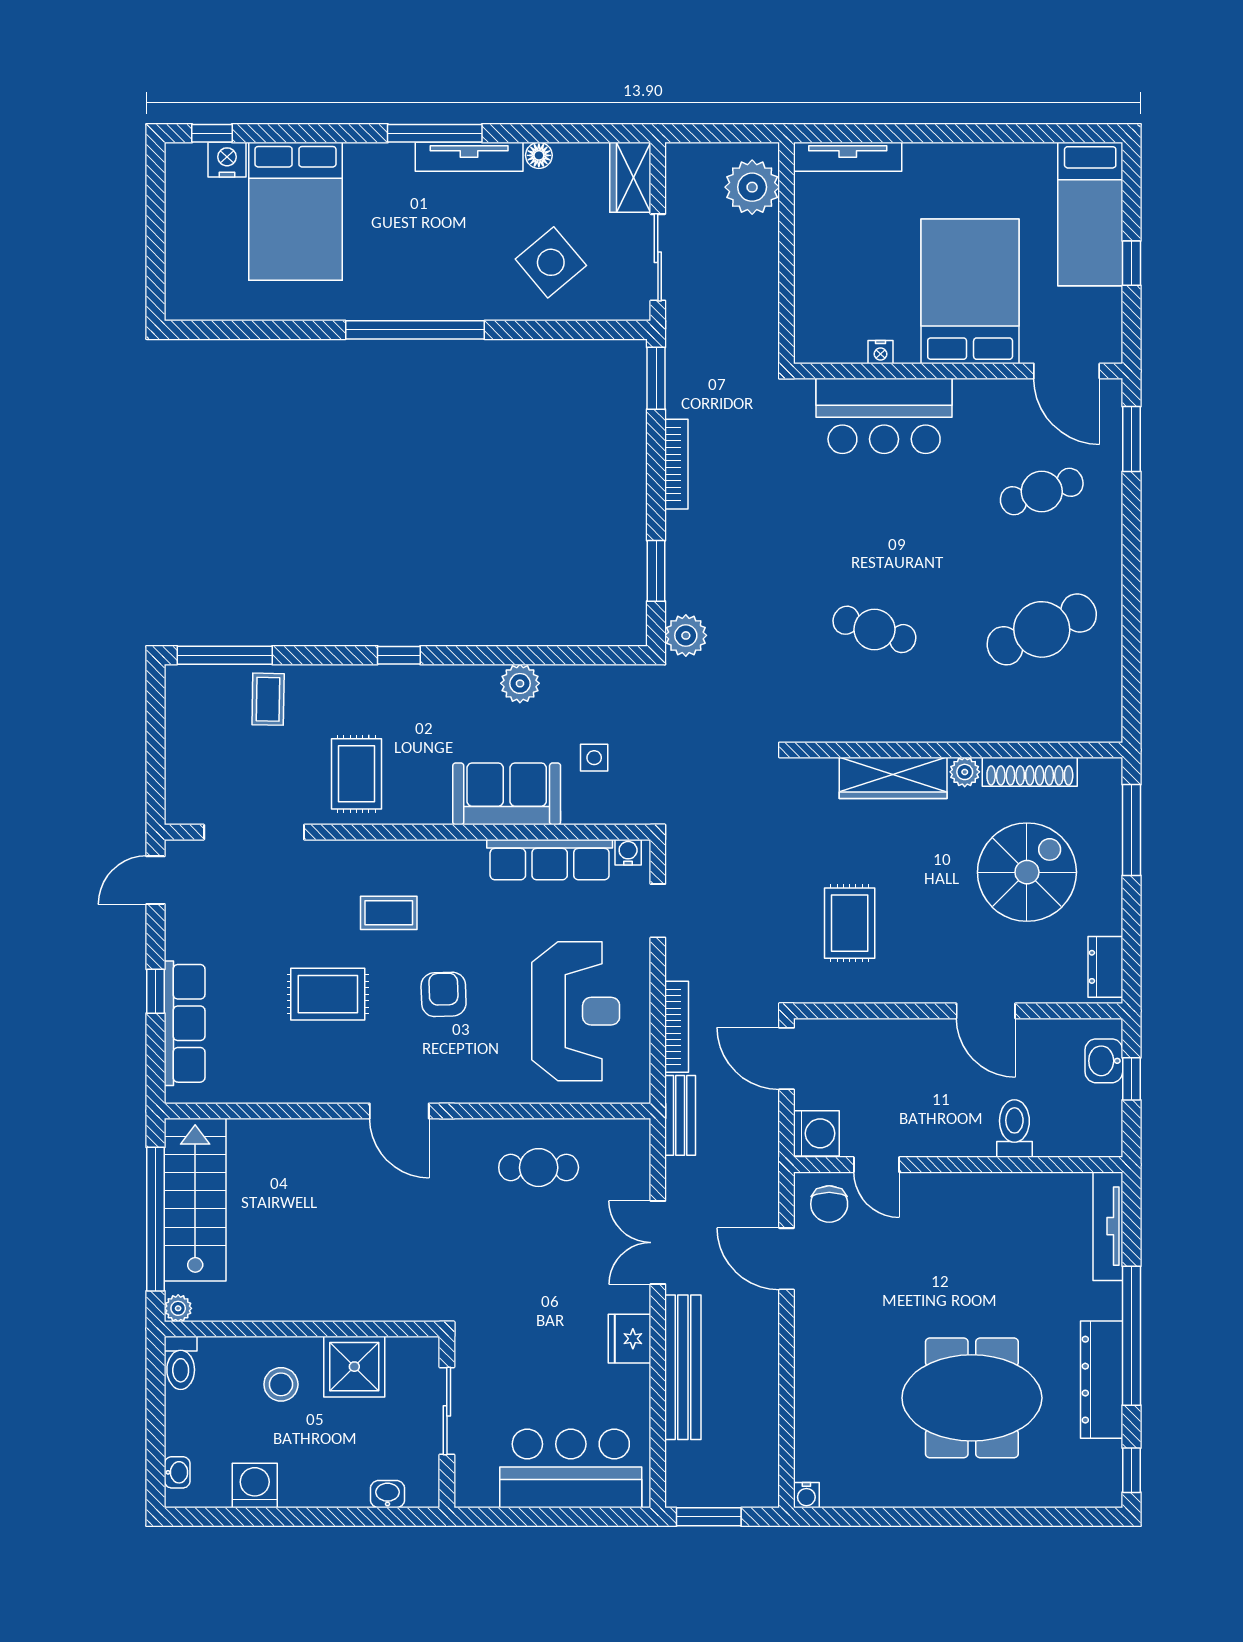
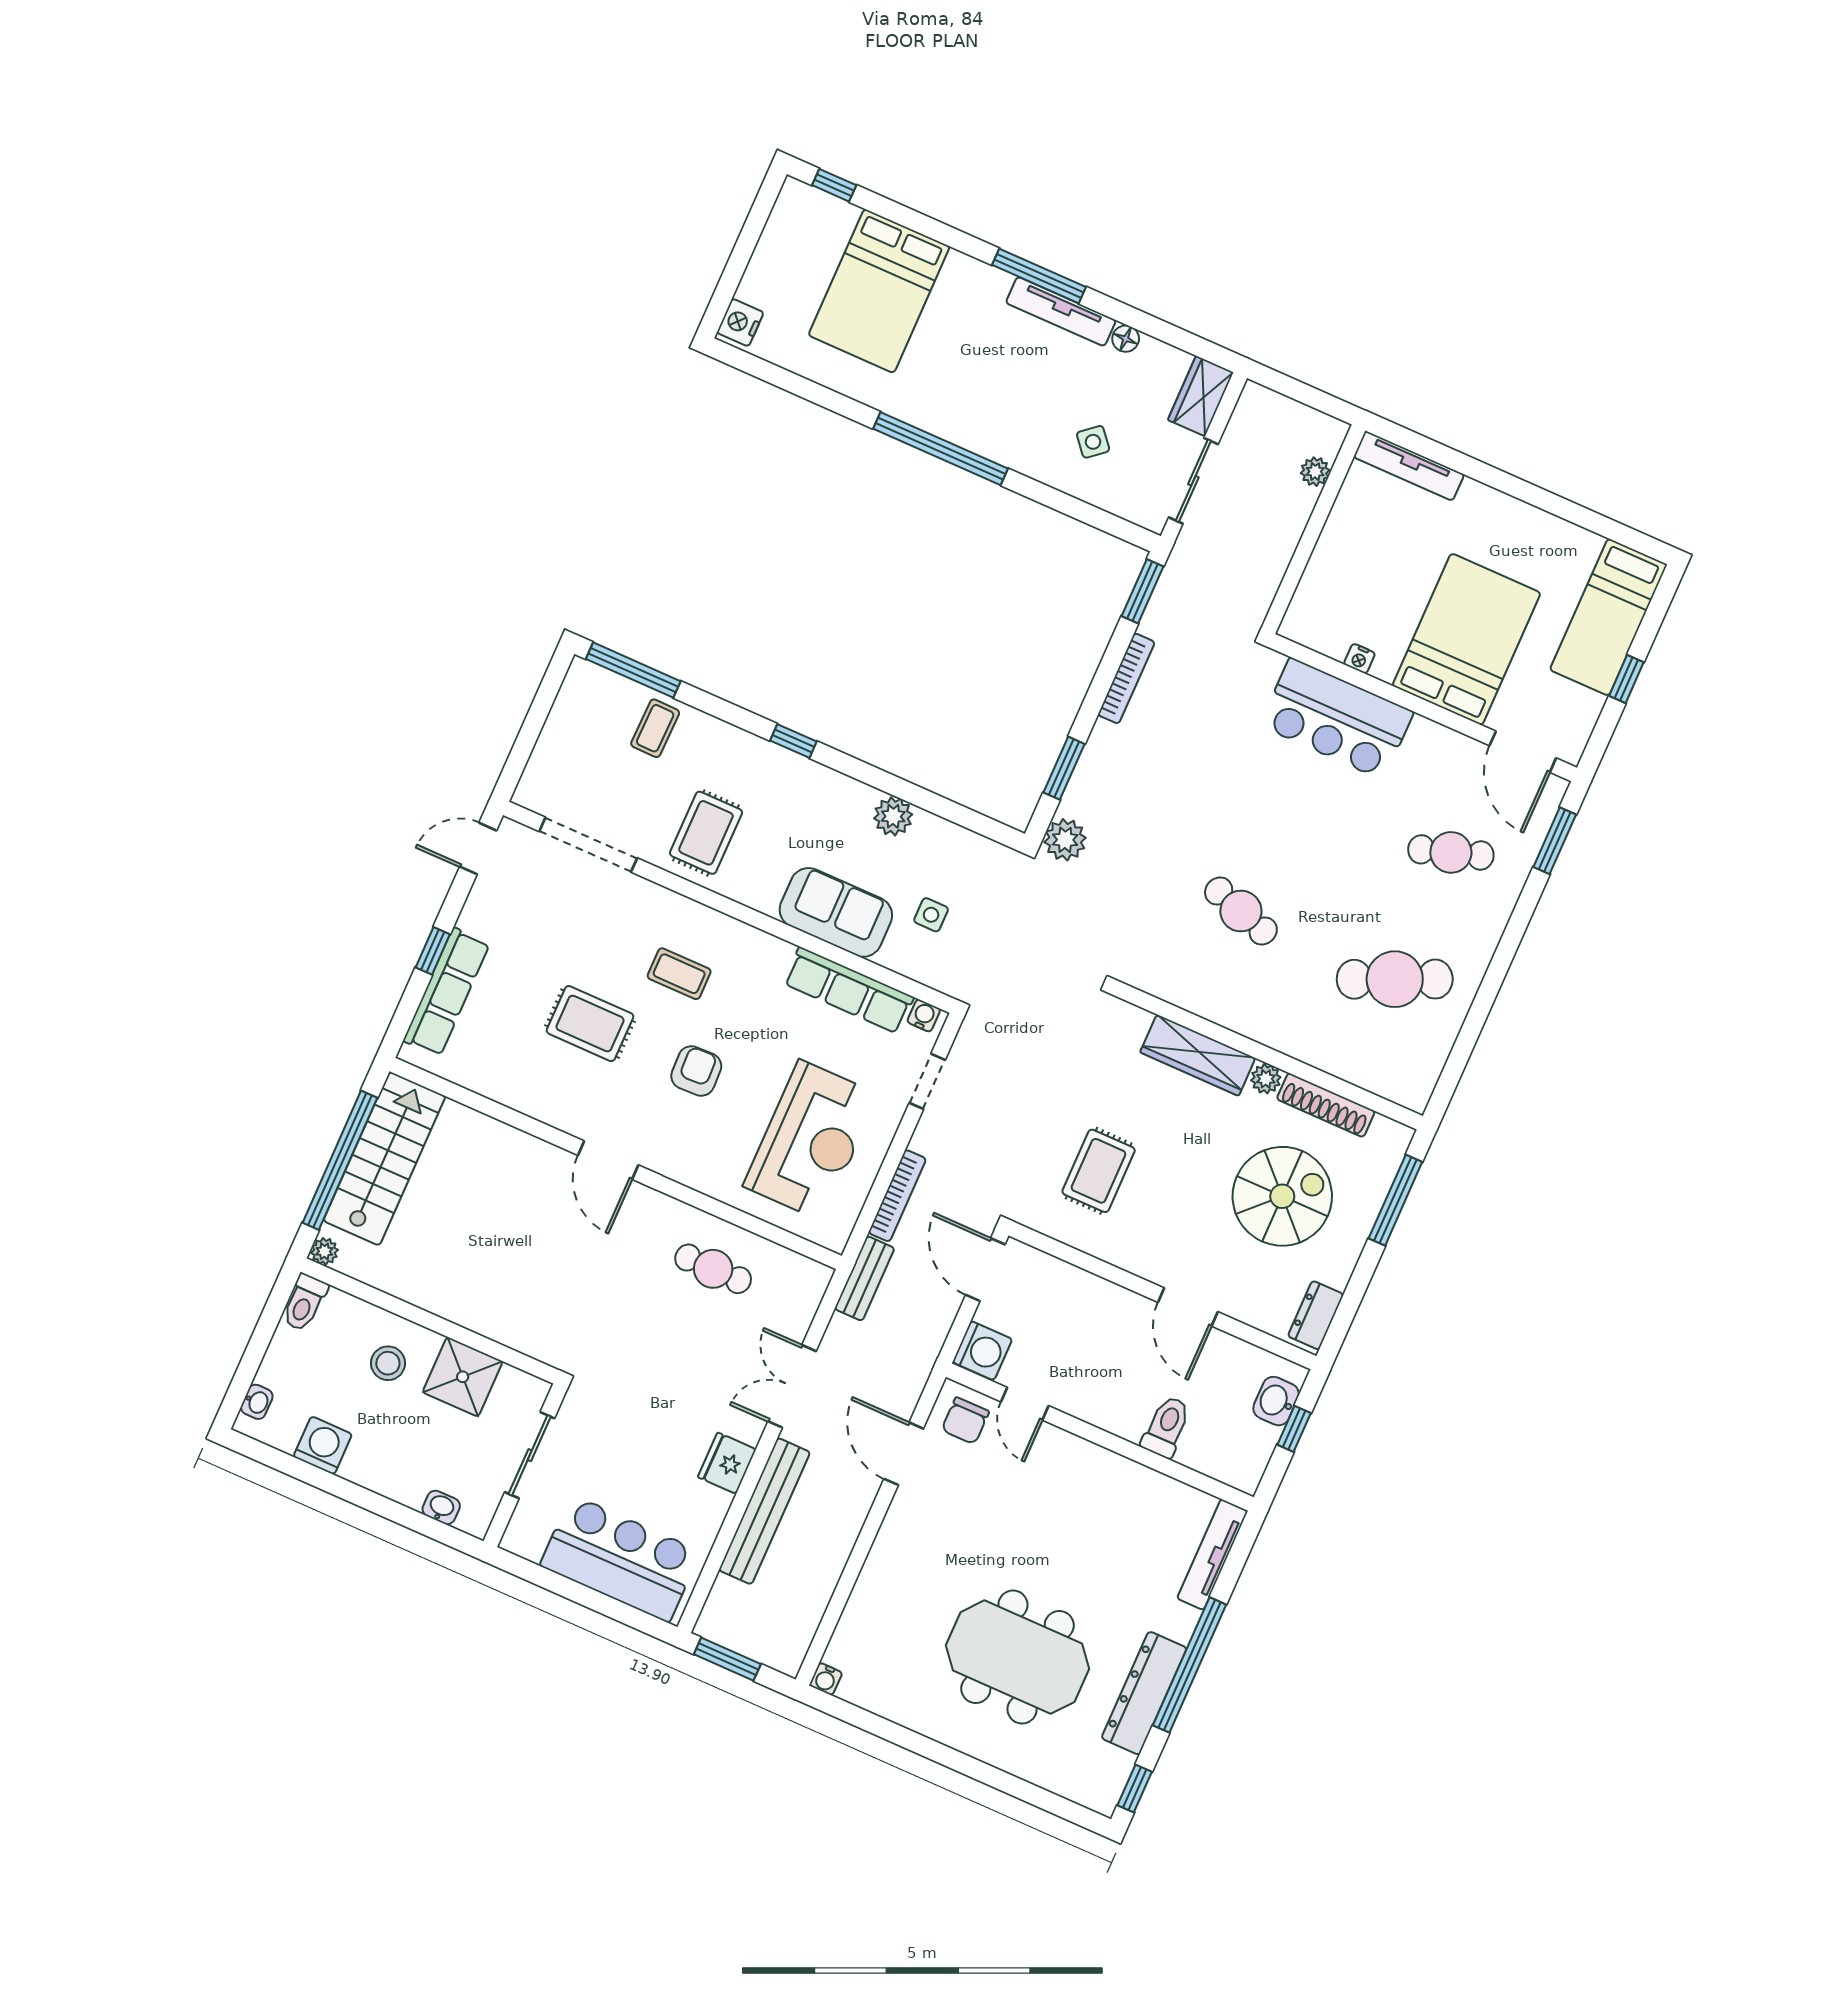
nightstand: (227, 160) -> (740, 322), moved, turned -90
plant: (752, 187) -> (1315, 472), width x0.53, depth x0.53
side table: (551, 262) -> (1093, 442), width x0.54, depth x0.54

